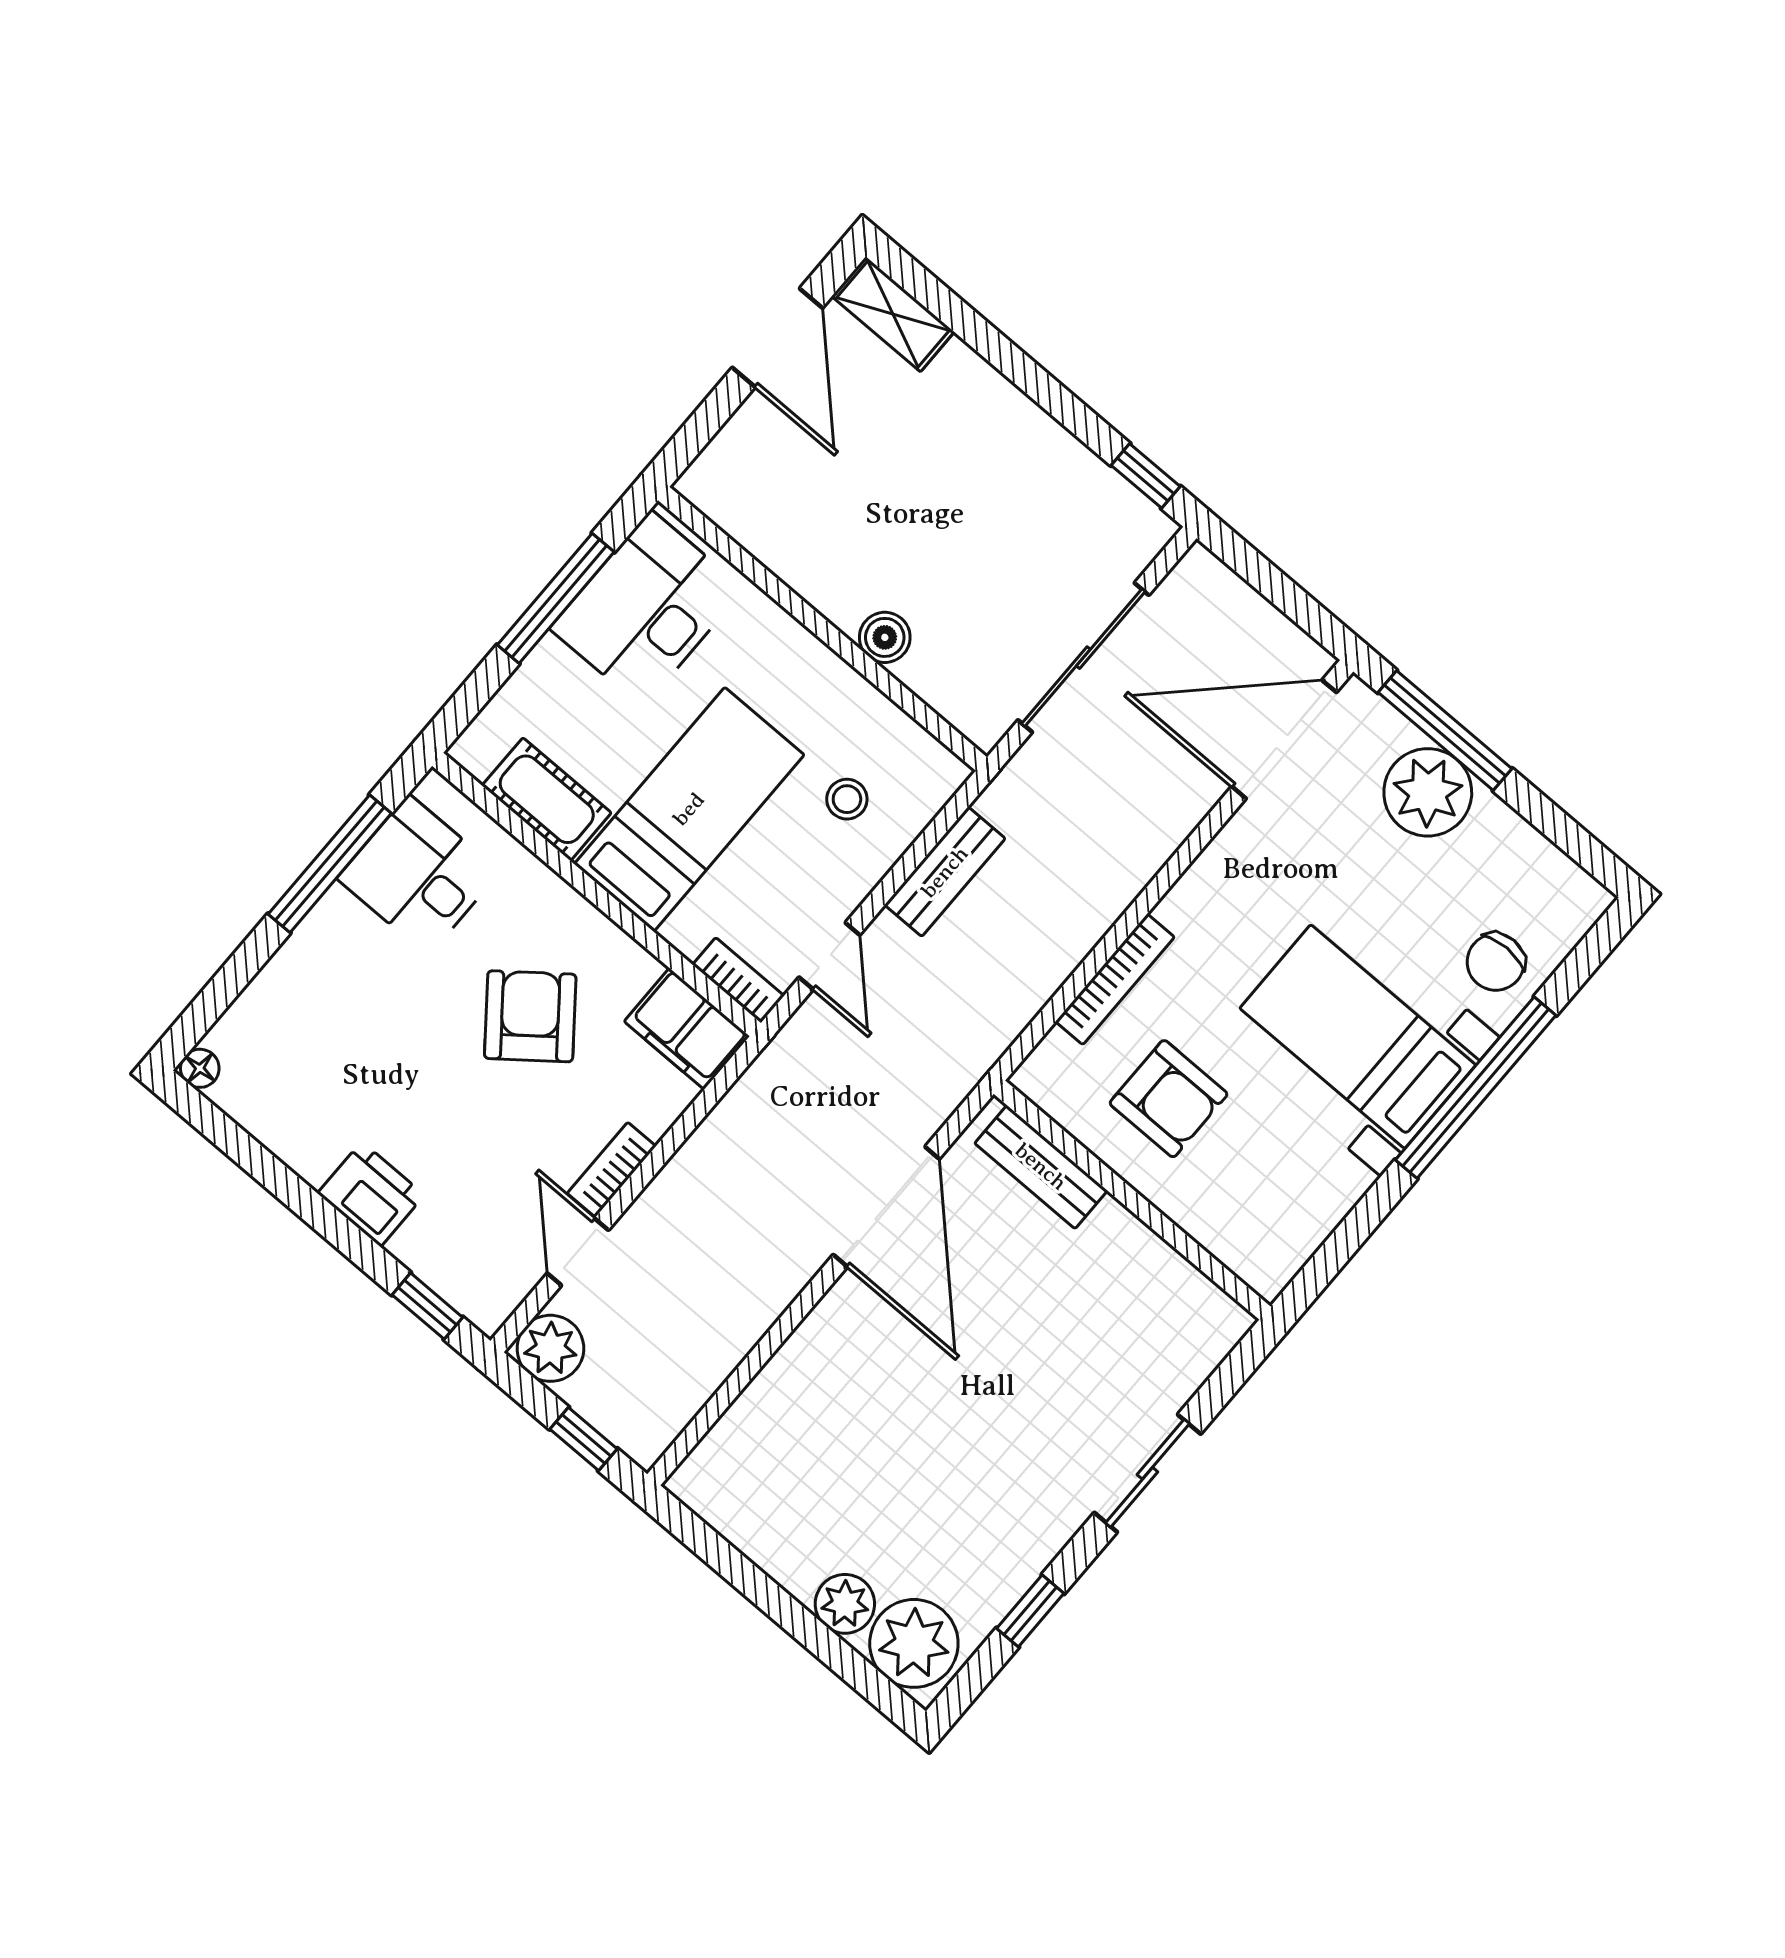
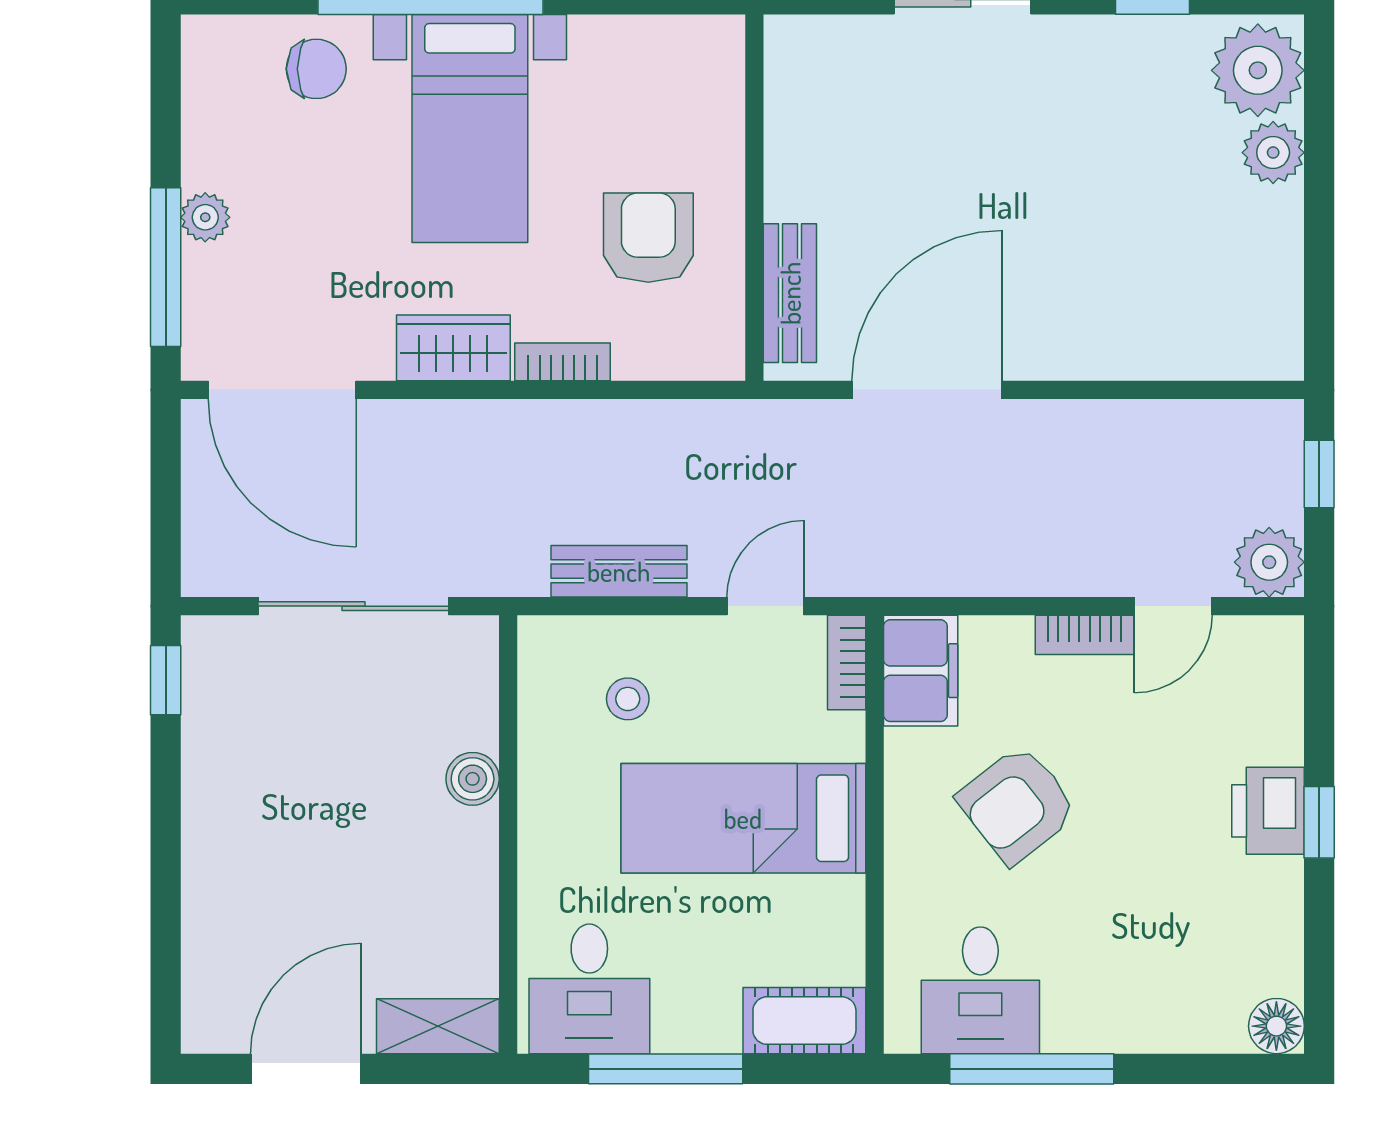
shelving: (893, 314) -> (438, 1026), moved, turned 90
desk: (647, 609) -> (589, 989), width x0.73
plant: (1428, 792) -> (205, 217), width x0.53, depth x0.53
cot: (547, 799) -> (804, 1021), moved, turned 90
wardrobe: (1209, 889) -> (453, 348), added
bookcase: (1115, 979) -> (563, 362), width x0.64
floor lamp: (200, 1068) -> (1276, 1026), width x1.37, depth x1.37
window: (427, 1306) -> (1319, 822), moved

